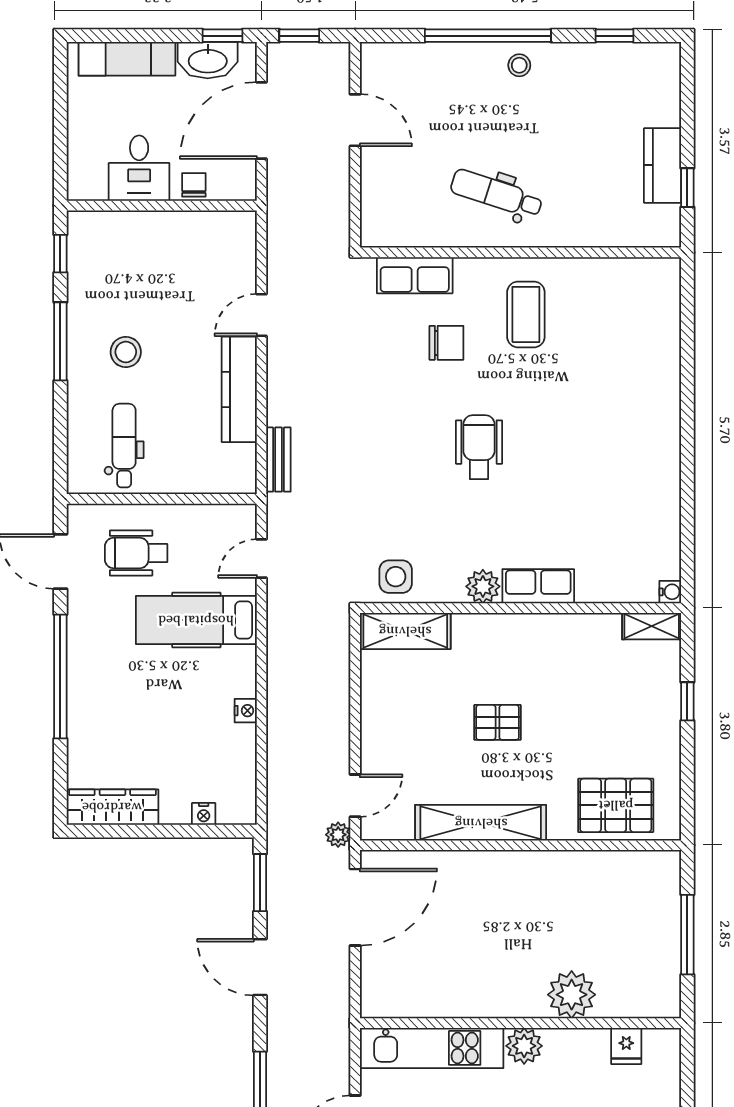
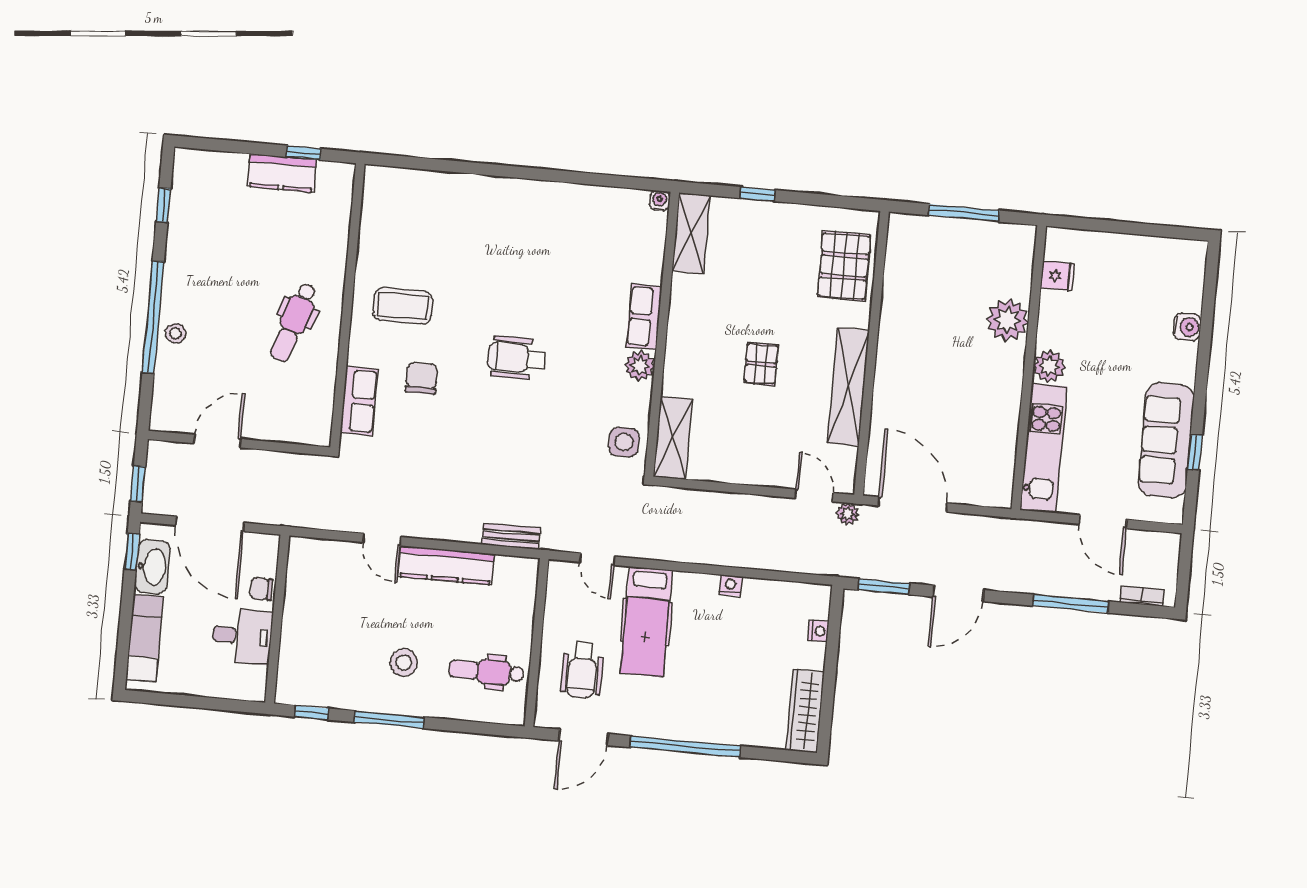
stool: (519, 65) -> (176, 333), moved
shelving: (652, 626) -> (691, 233), width x1.50, depth x1.33

